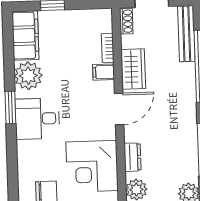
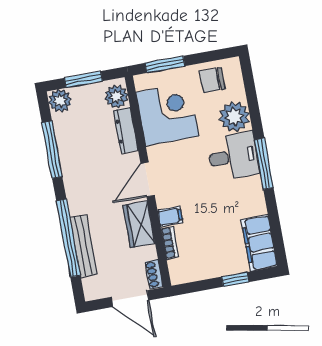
bench: (186, 34) -> (83, 246), moved
plant: (28, 76) -> (234, 117), moved
window: (10, 108) -> (264, 164), width x1.44
dresser: (133, 157) -> (126, 130), width x1.44

